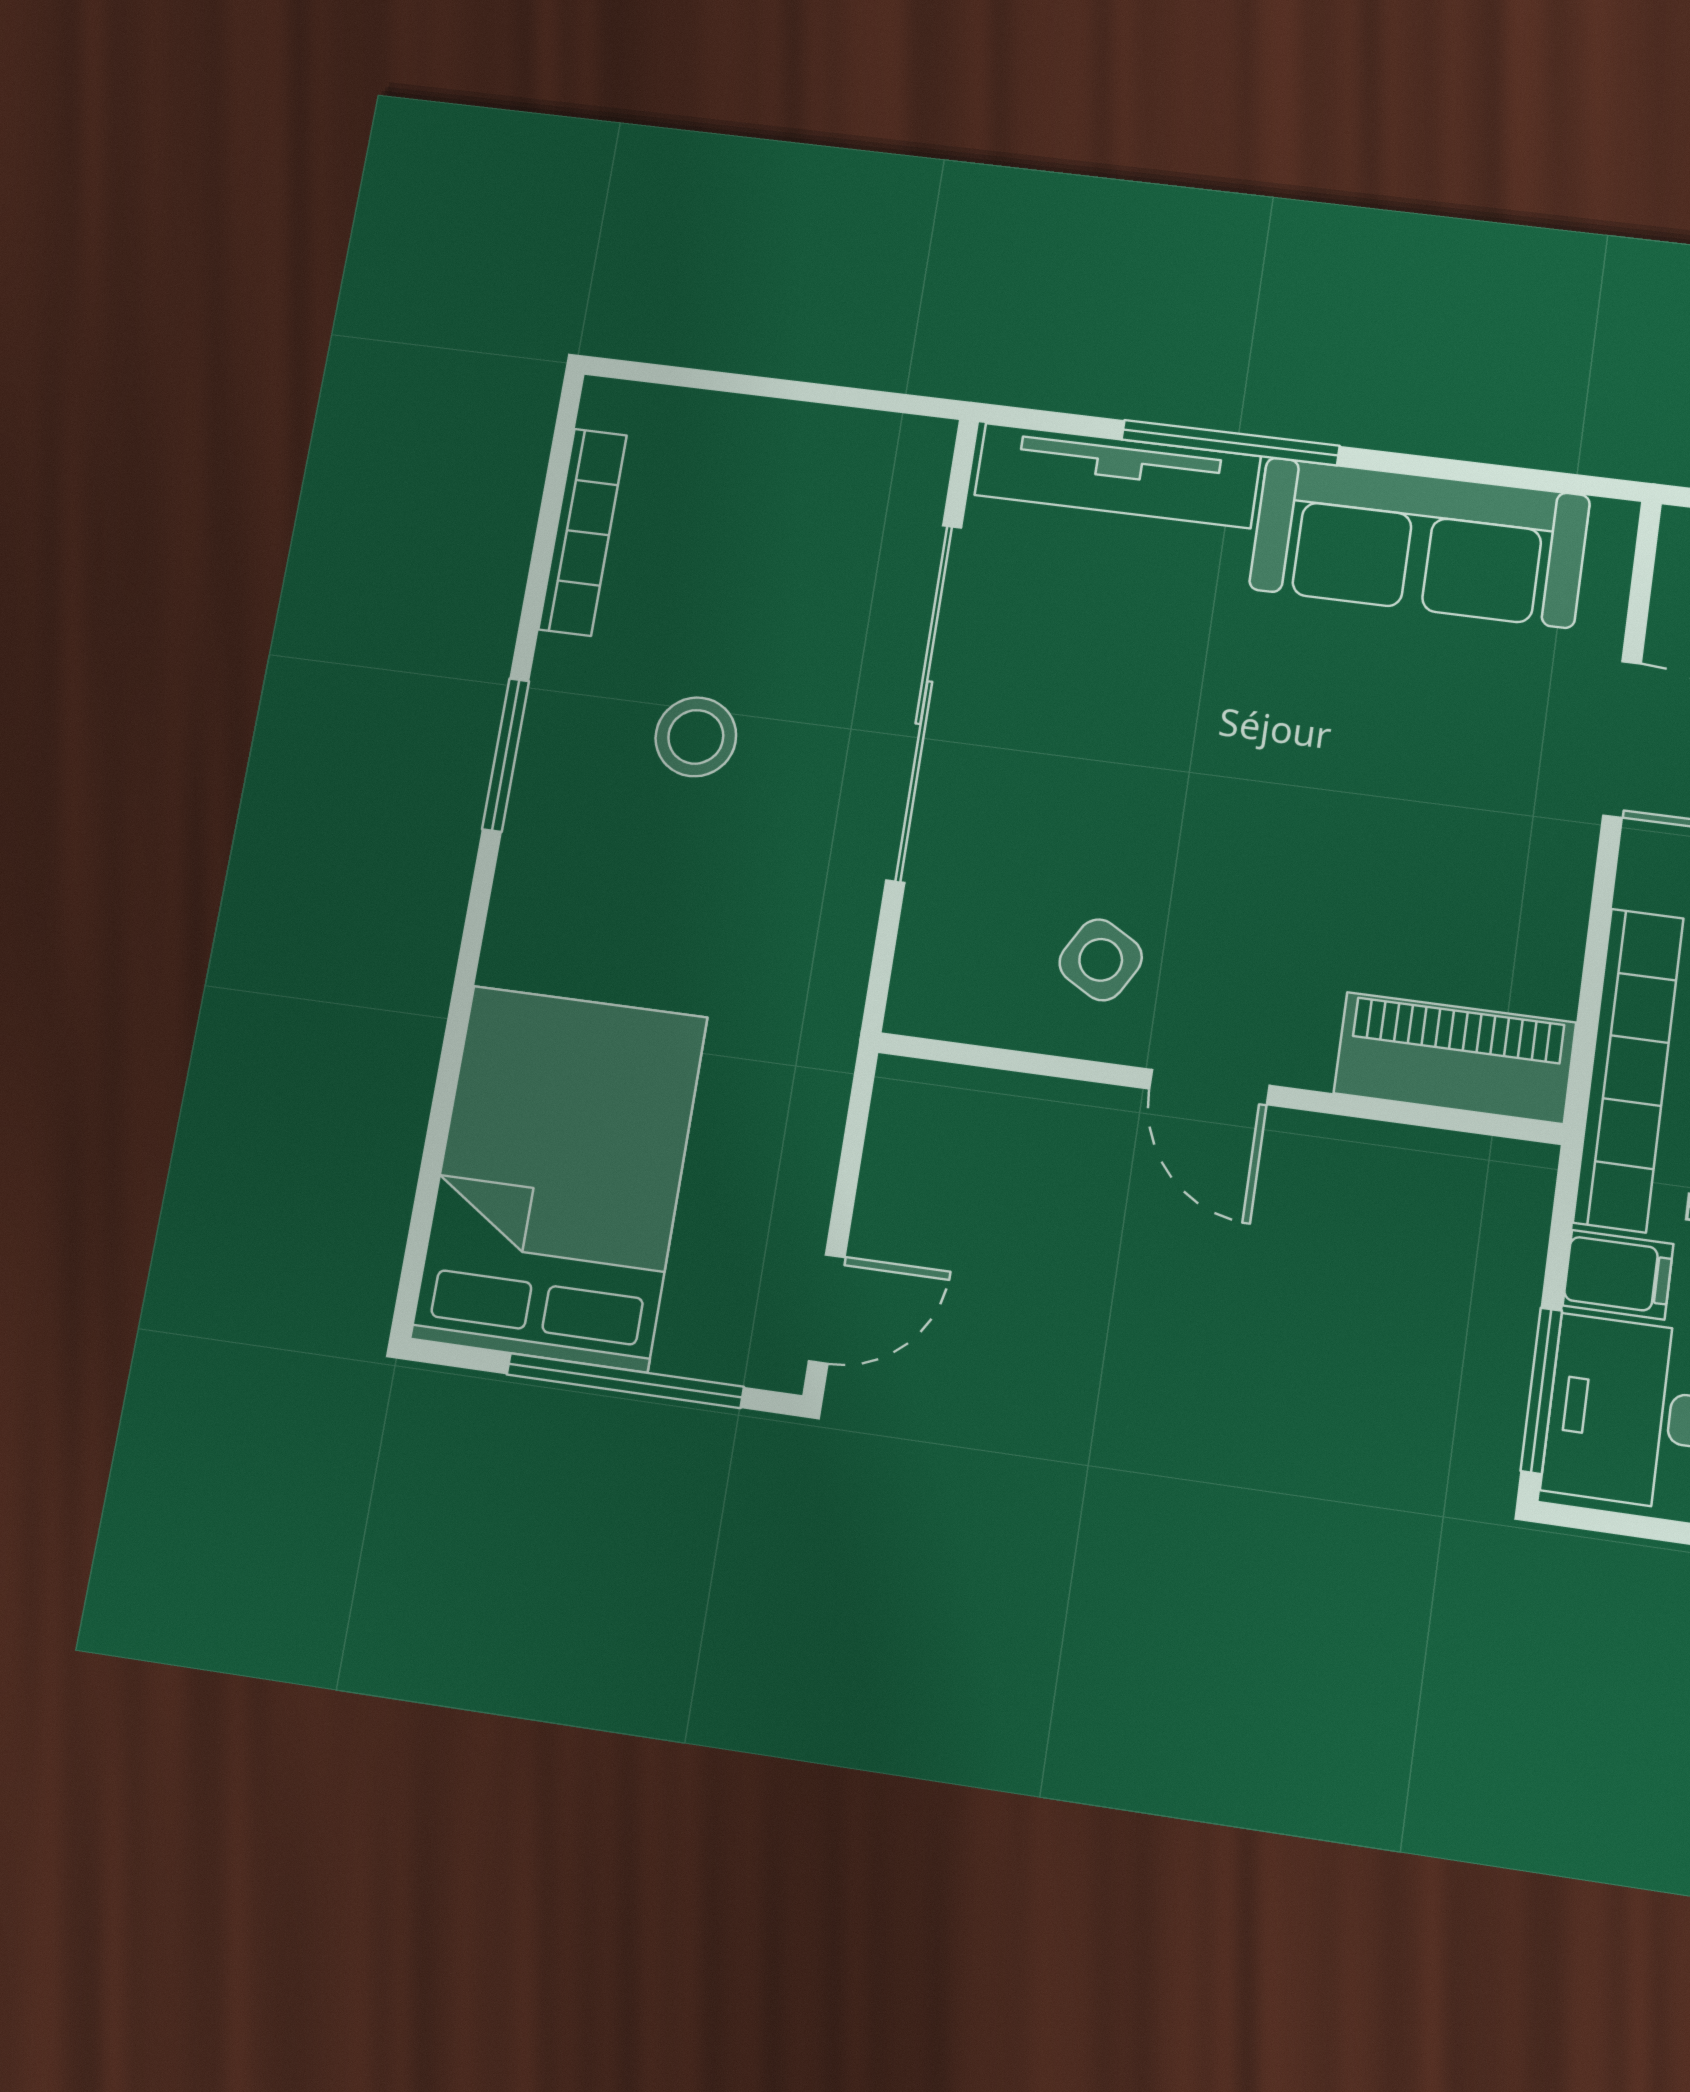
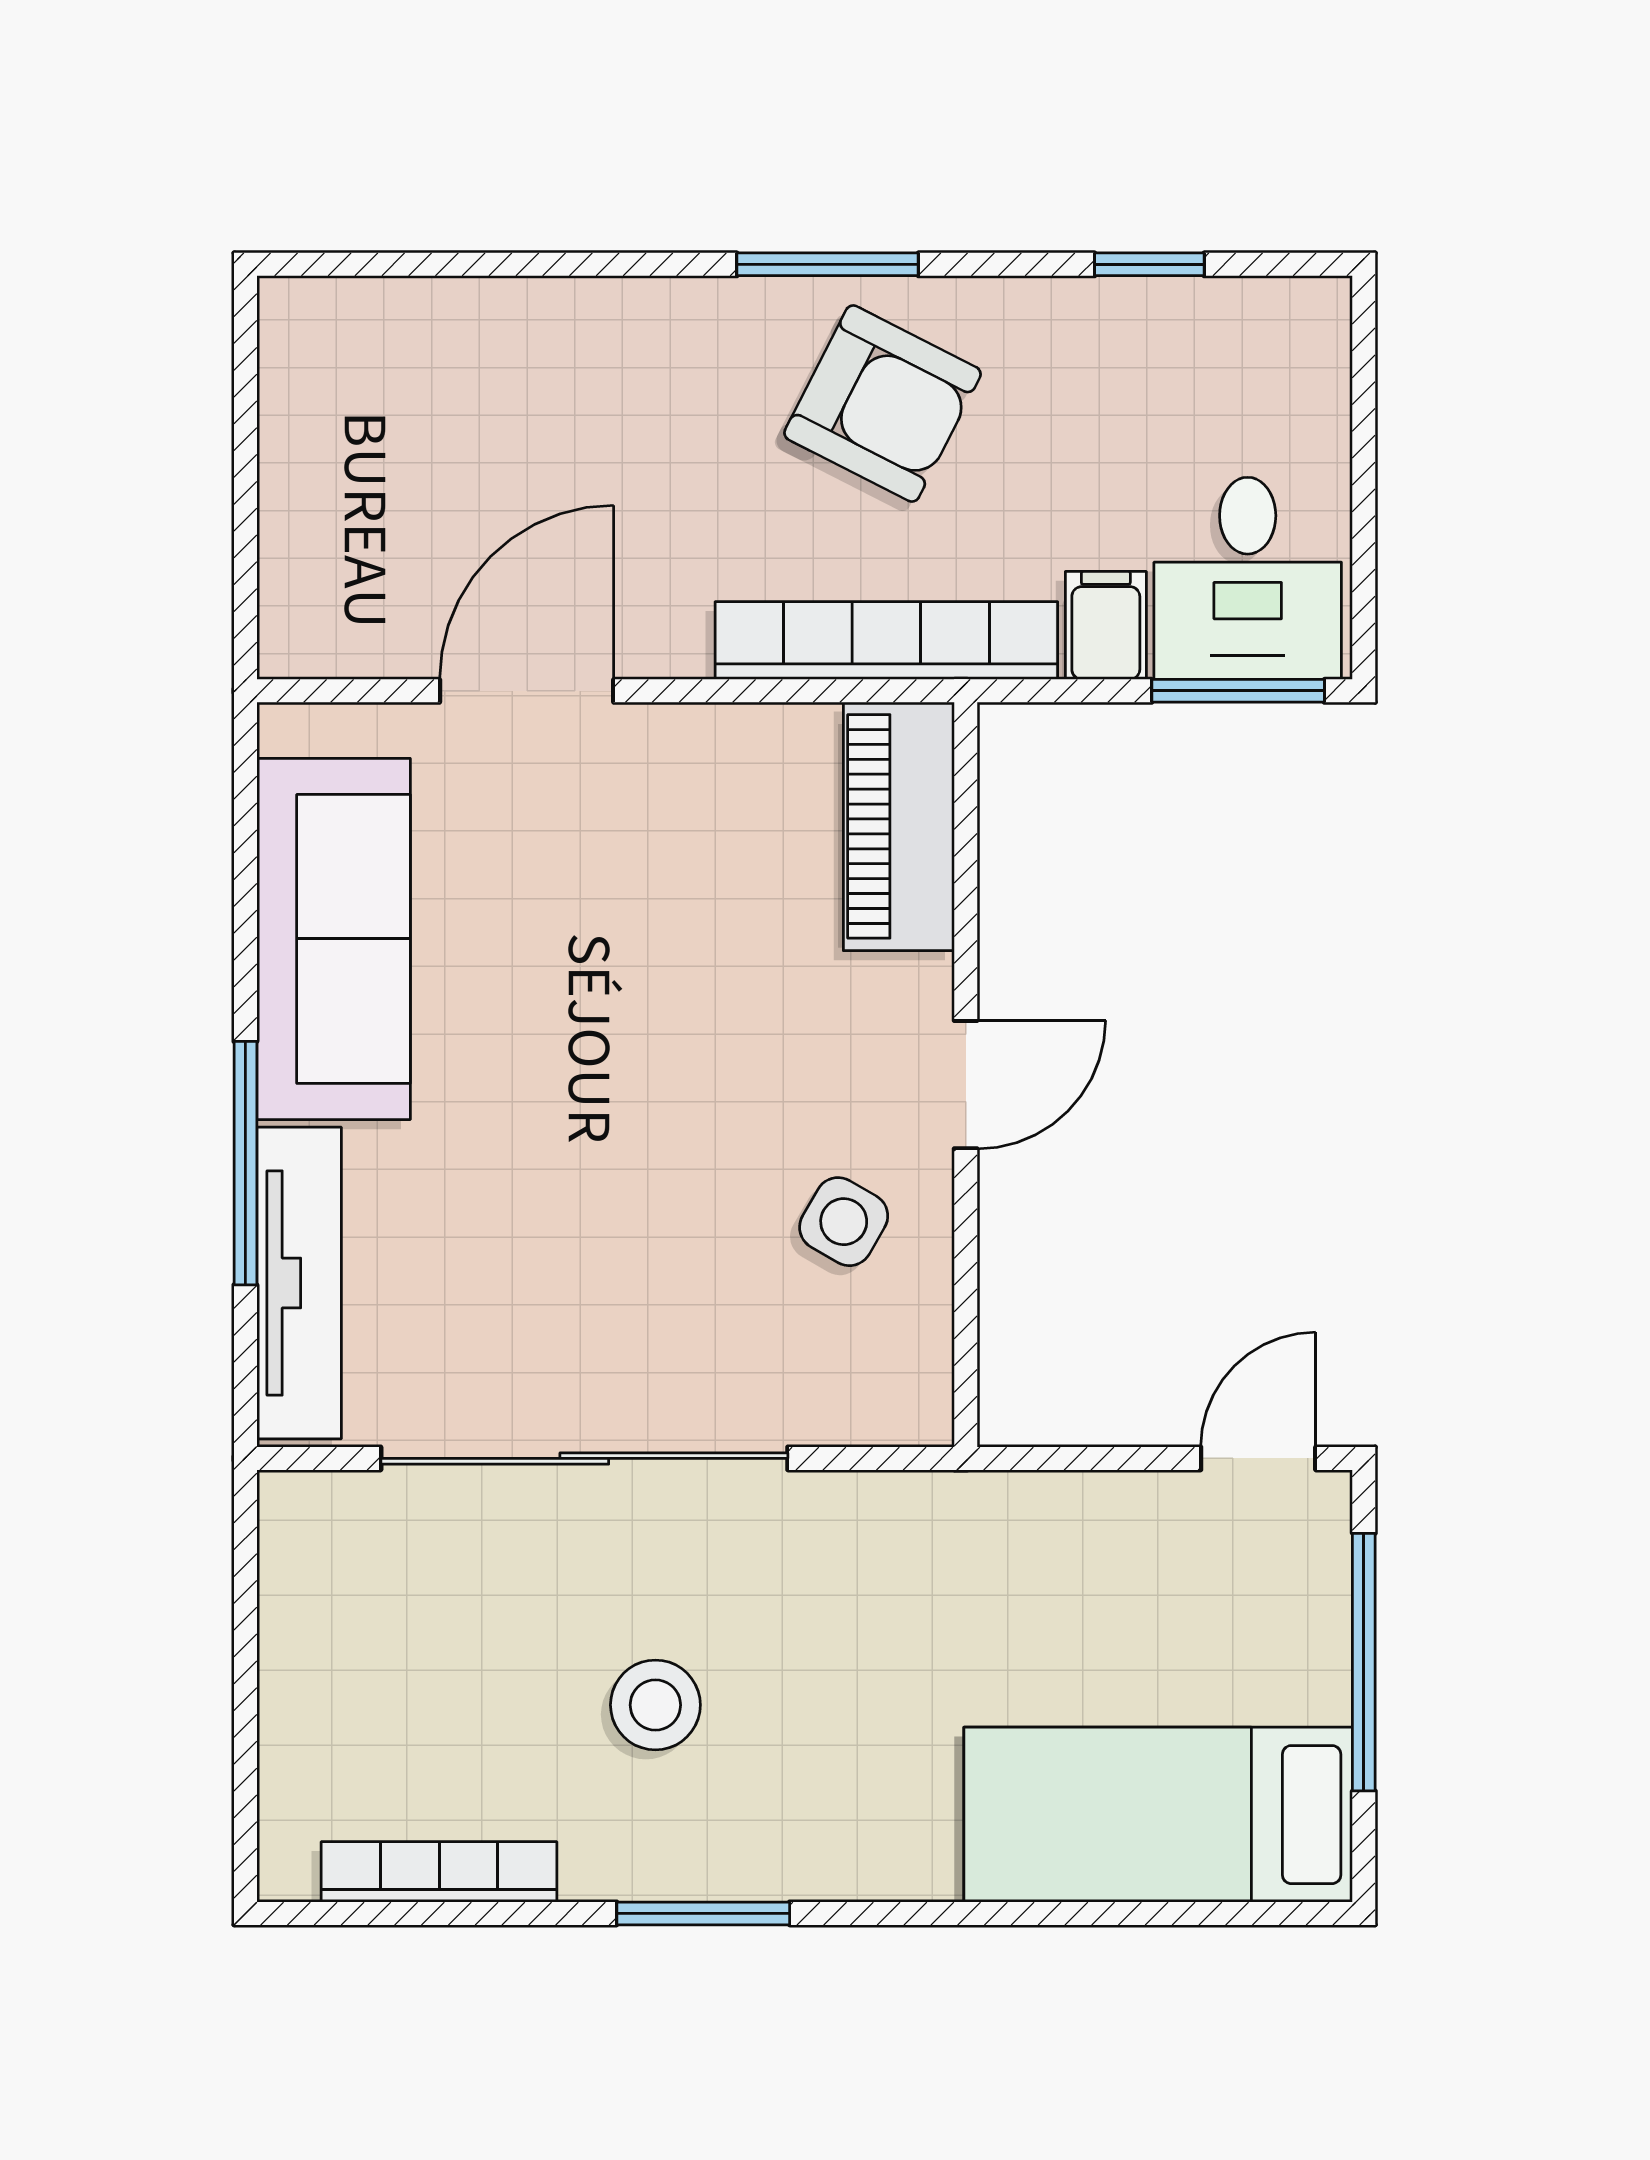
bed: (560, 1177) -> (1158, 1815), width x0.67
door: (827, 1309) -> (1258, 1458), hinge flipped

